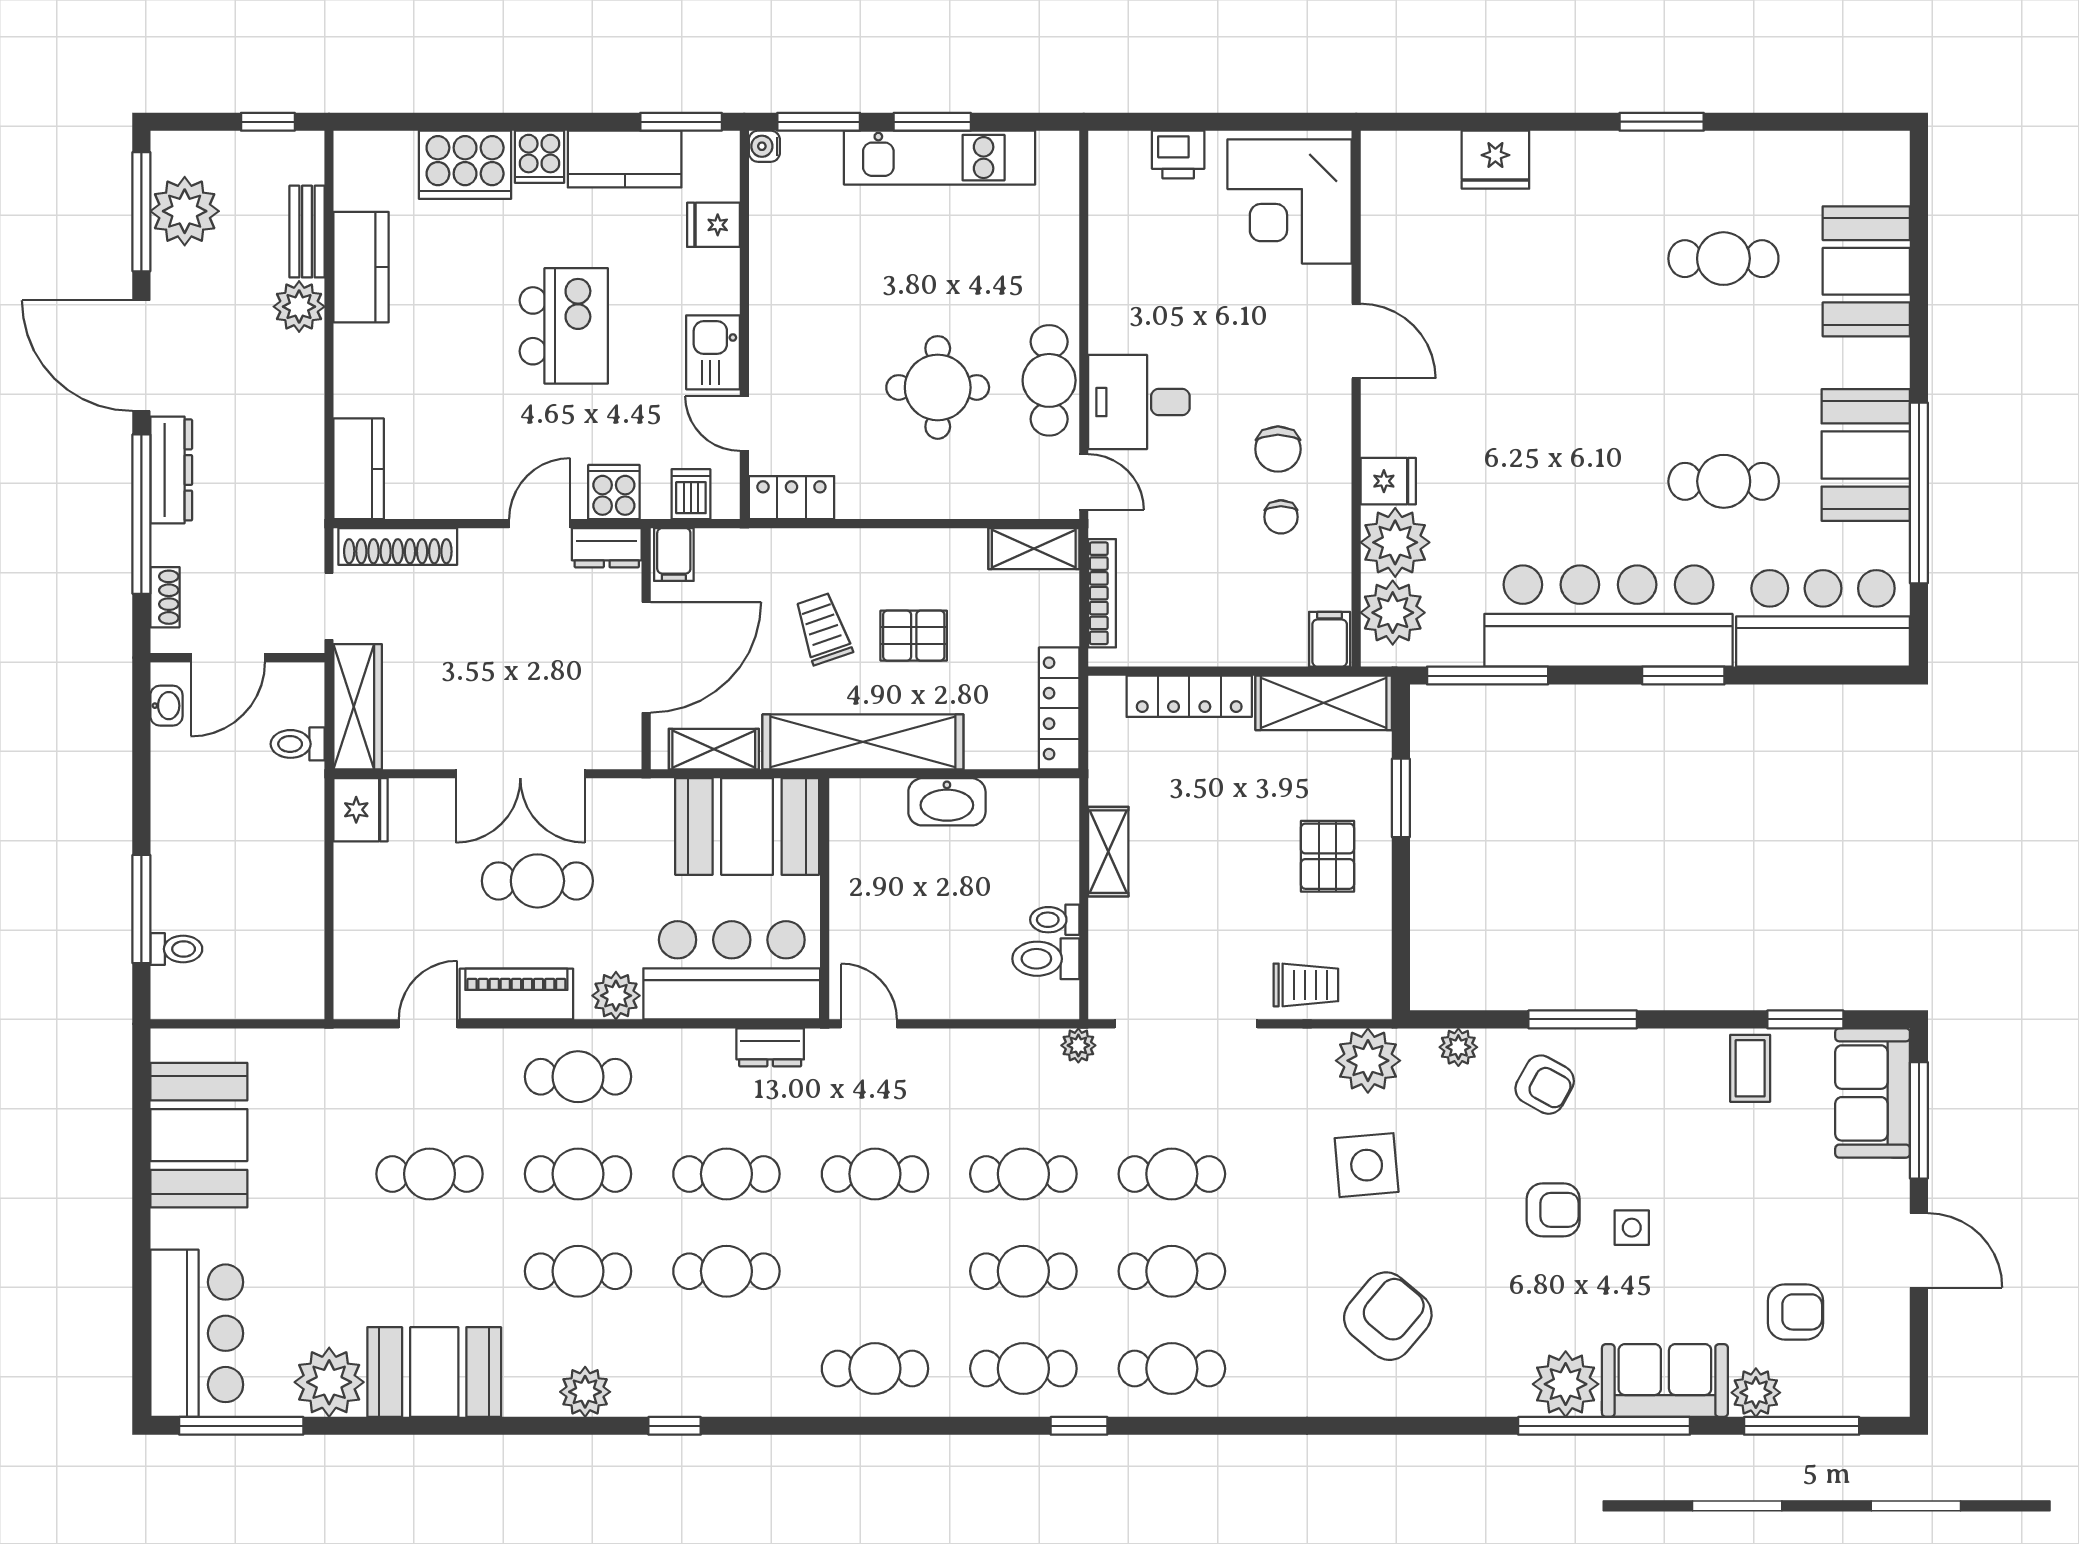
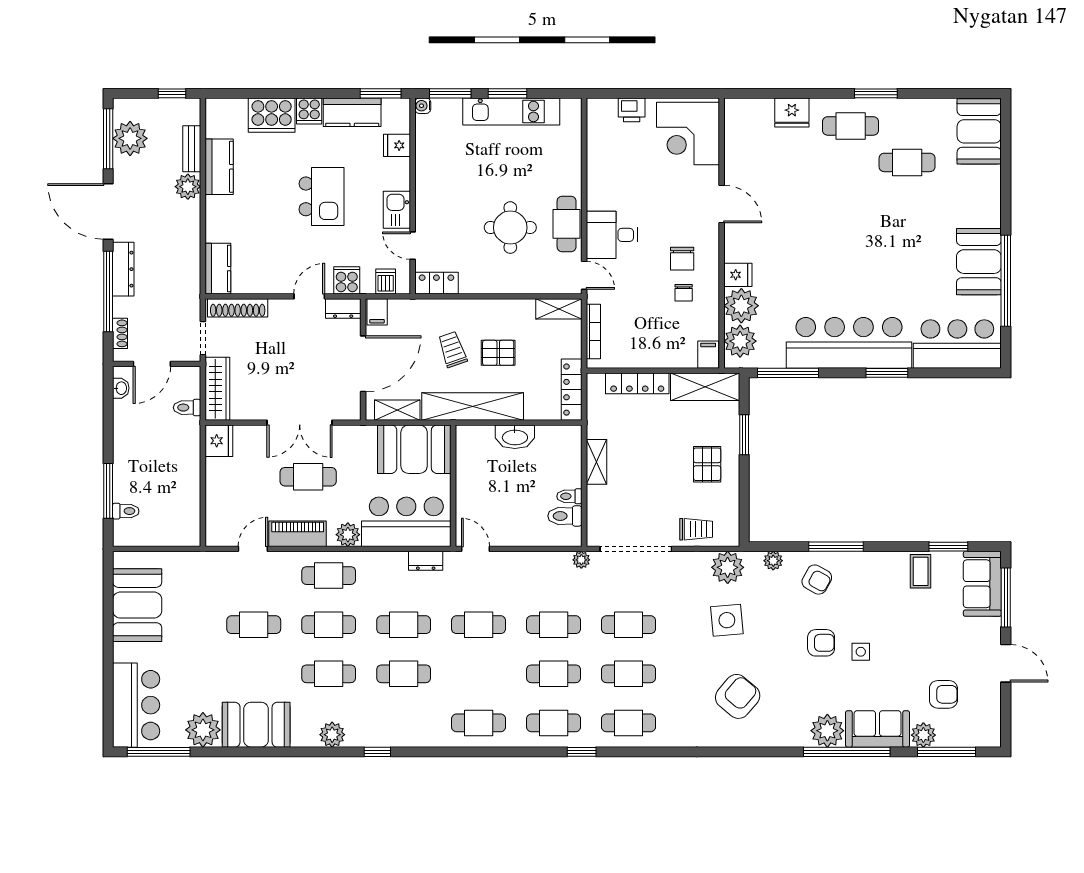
booth: (1866, 271) -> (979, 131), moved
cafe table: (1724, 481) -> (851, 126), moved

